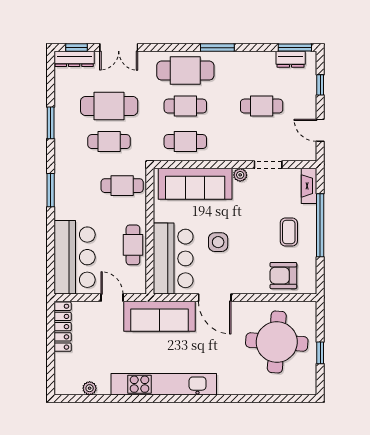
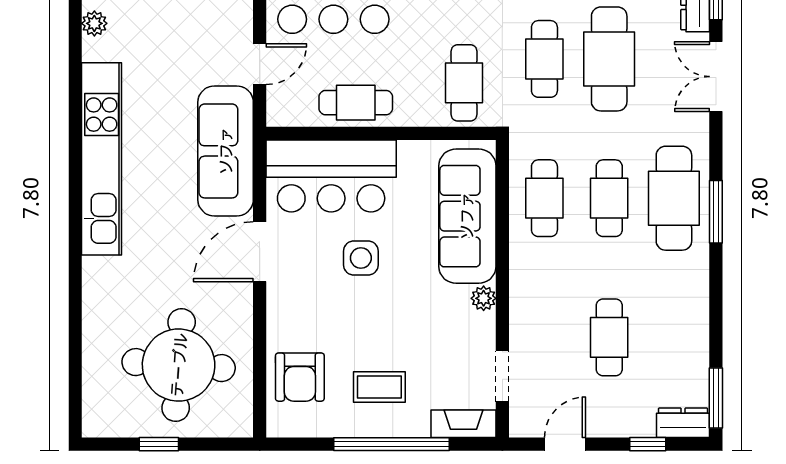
window: (217, 48) -> (716, 212), moved
dresser: (291, 59) -> (683, 423), moved, turned 90
doorway: (268, 165) -> (502, 376), moved
armchair: (283, 276) -> (300, 377), turned 180

